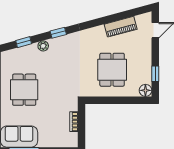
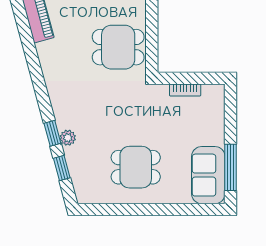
window: (58, 33) -> (52, 133), moved
dining table: (112, 70) -> (118, 47), moved

